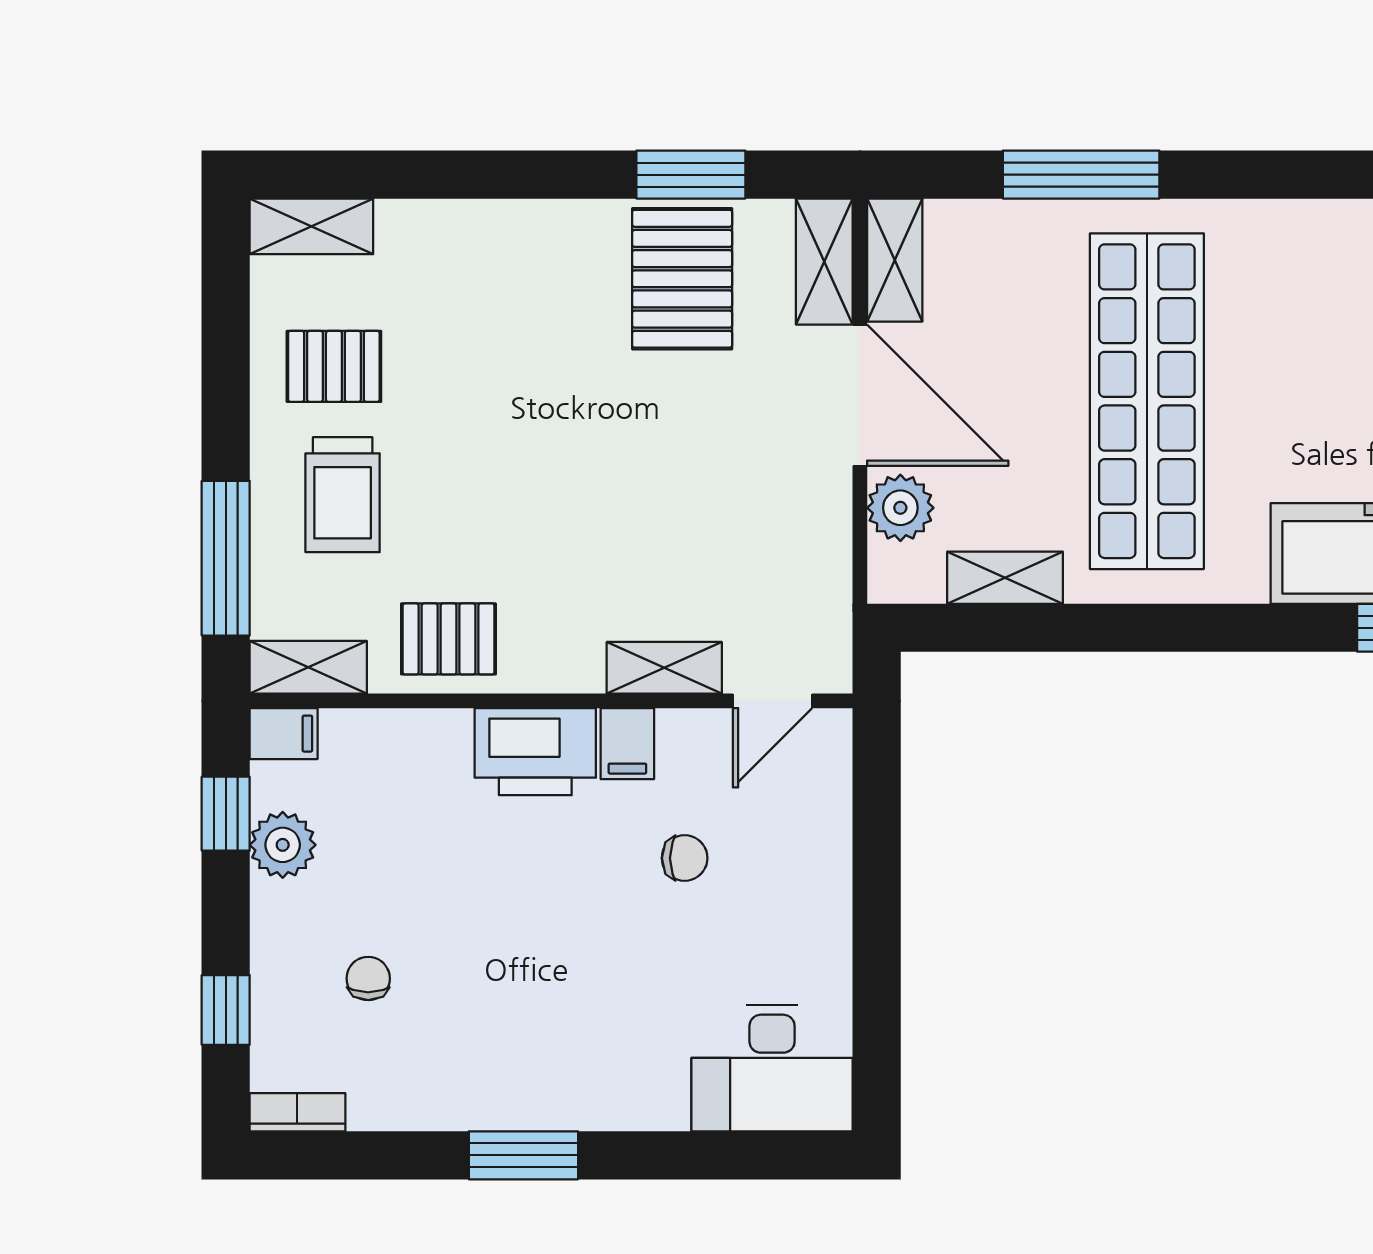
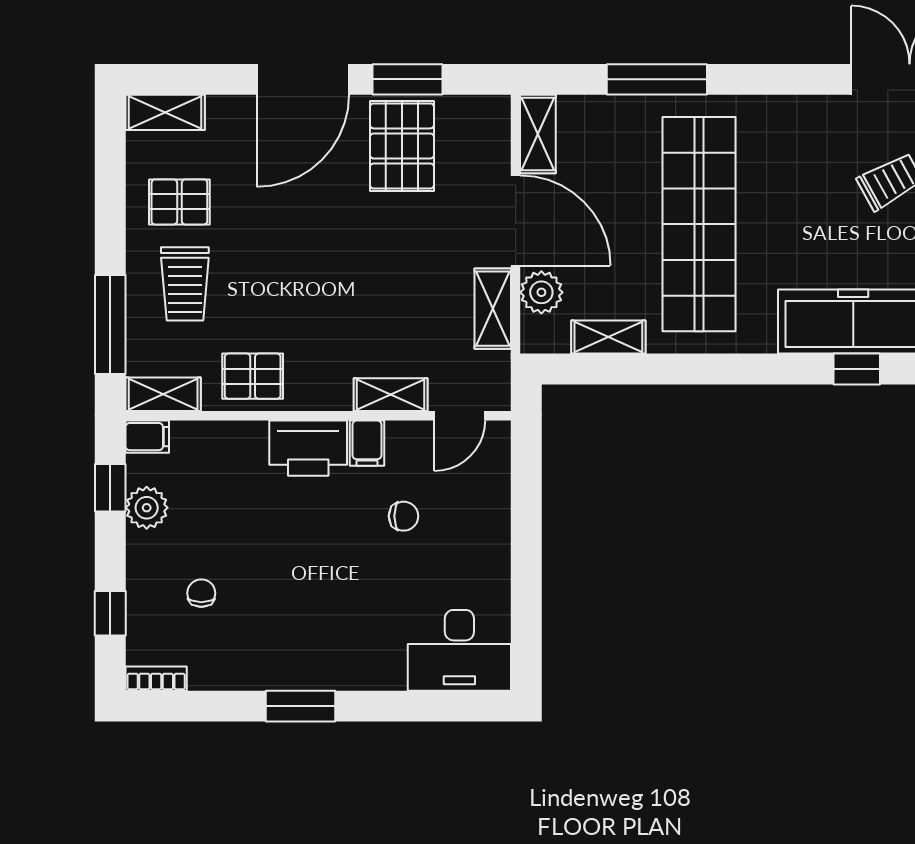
door: (527, 175) -> (303, 79), added
shelving: (824, 262) -> (493, 309), moved

